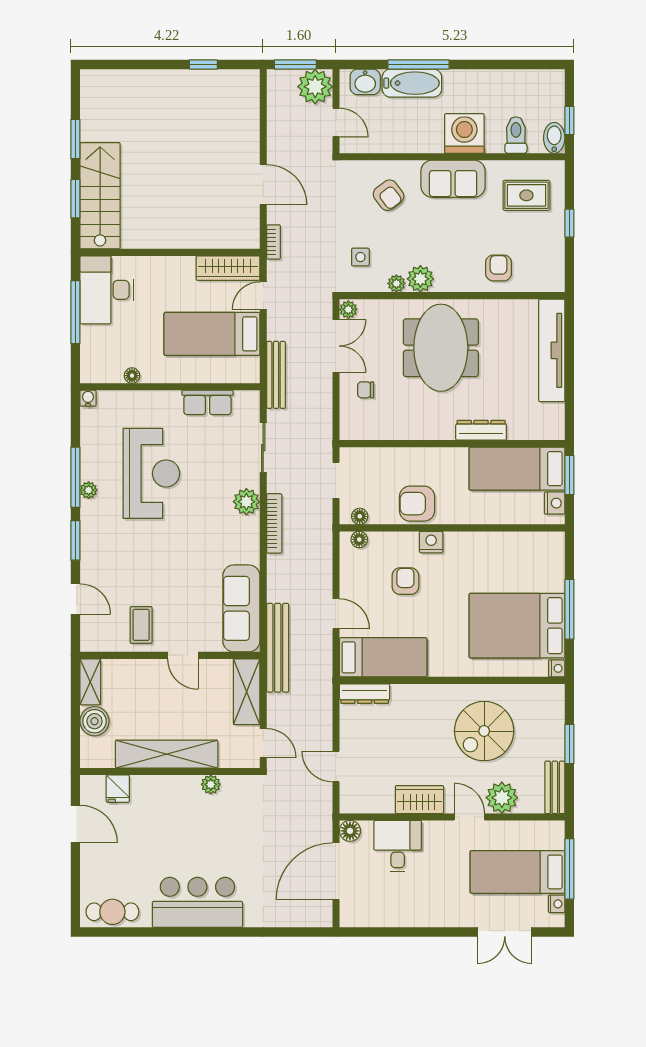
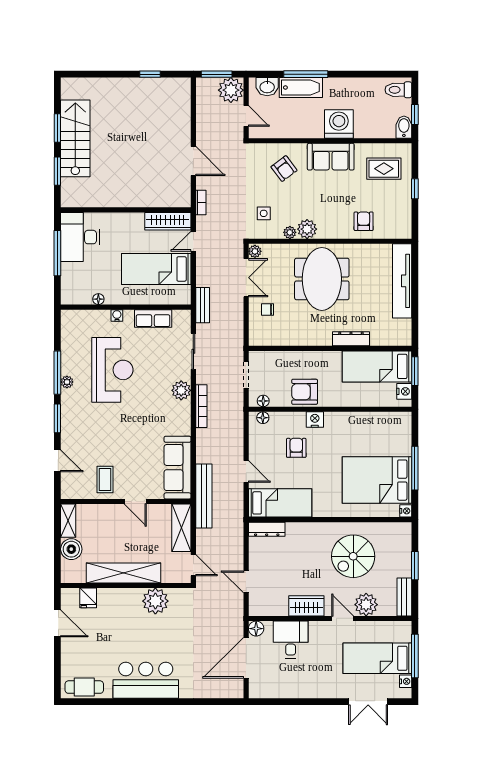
toilet: (516, 135) -> (398, 90), moved, turned -90
stairs: (100, 196) -> (75, 138), moved
bench: (276, 375) -> (203, 305), width x0.73
water cooler: (88, 398) -> (117, 315), moved
plant: (211, 784) -> (155, 601), width x1.87, depth x1.87

